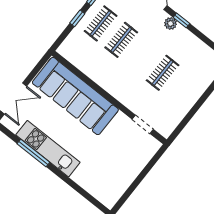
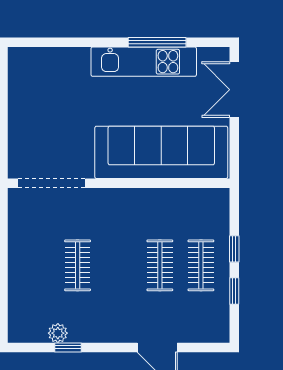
window: (181, 20) -> (68, 347), moved
plant: (171, 23) -> (58, 333), moved
doorway: (143, 124) -> (52, 183), width x1.87

